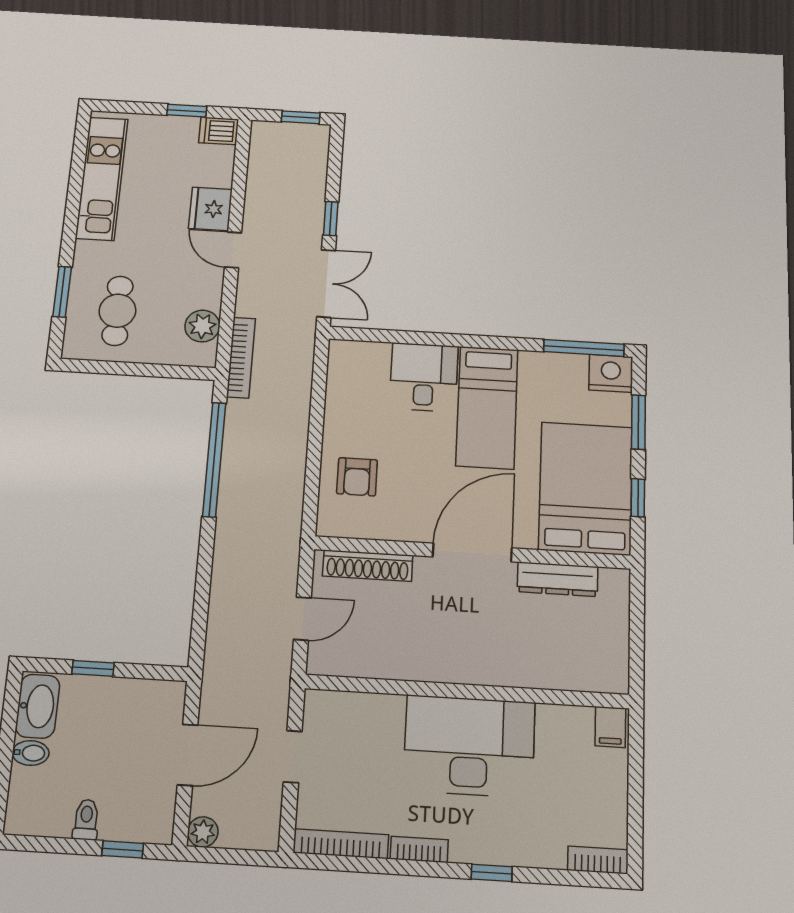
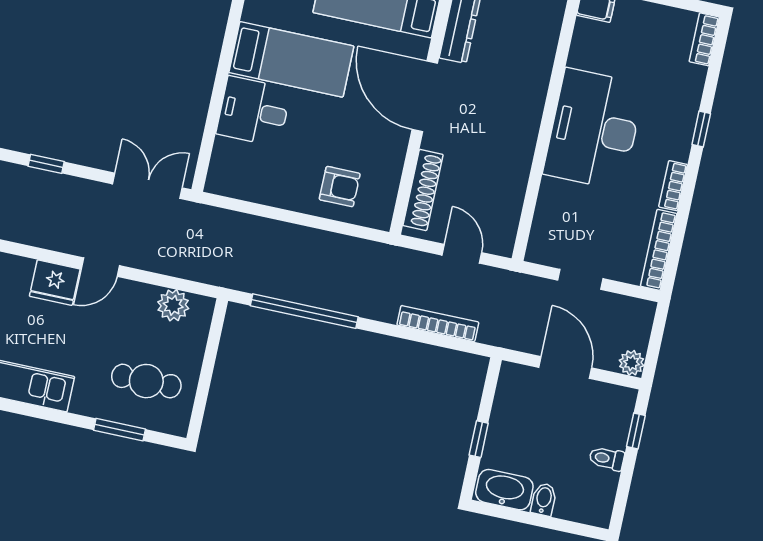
window: (331, 219) -> (46, 164), moved
bookcase: (241, 358) -> (438, 324), moved

